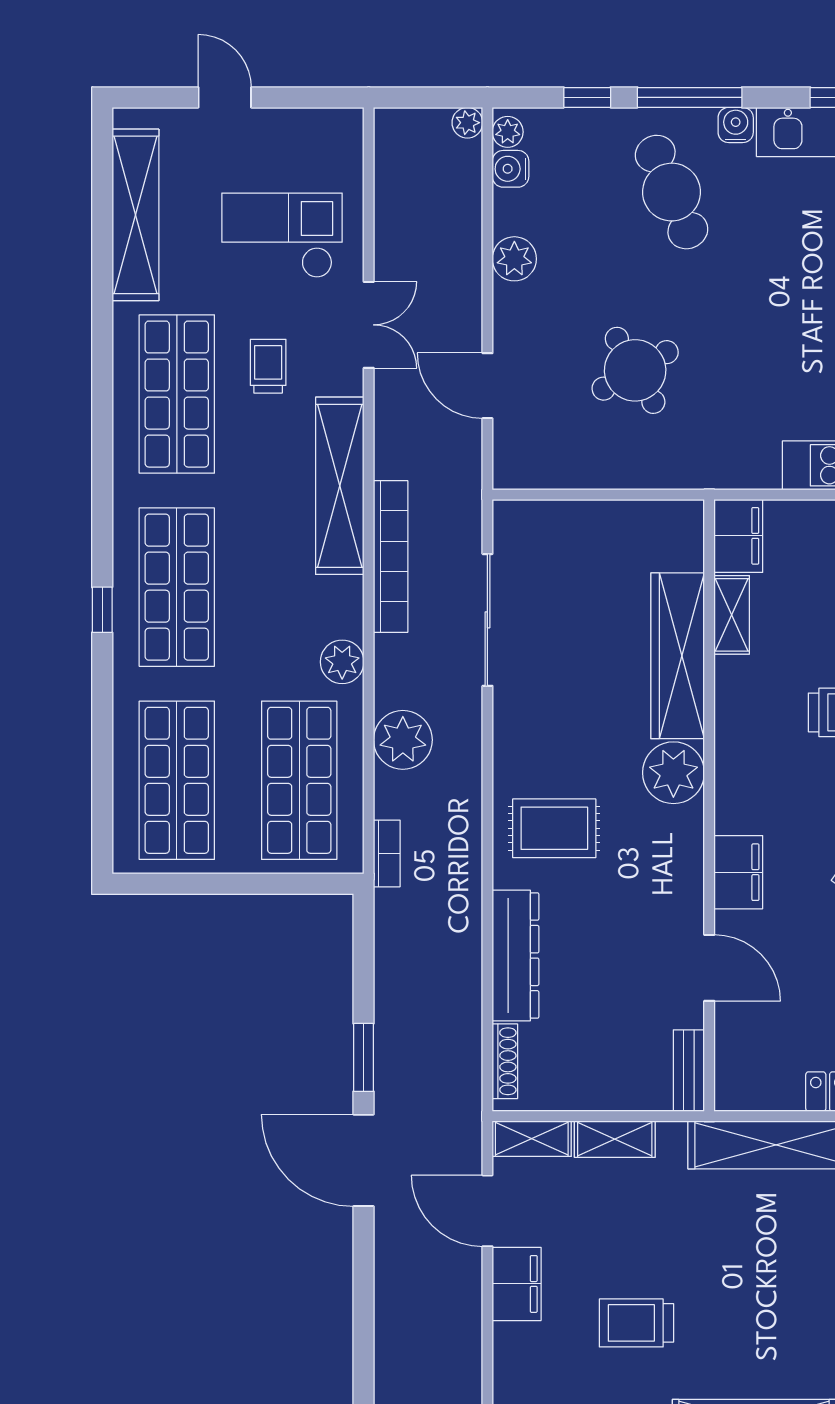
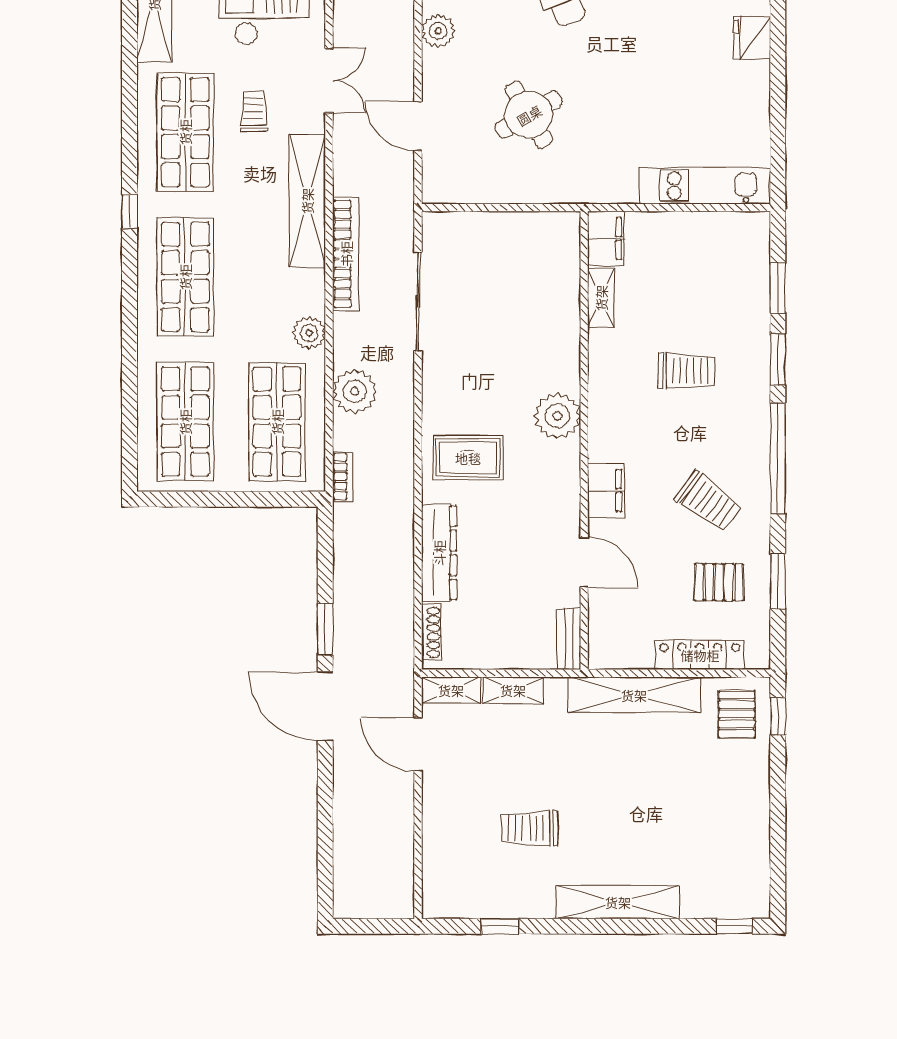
window: (102, 610) -> (129, 211), moved
wardrobe: (678, 656) -> (560, 328), removed
filing cabinet: (517, 1284) -> (440, 799), removed

